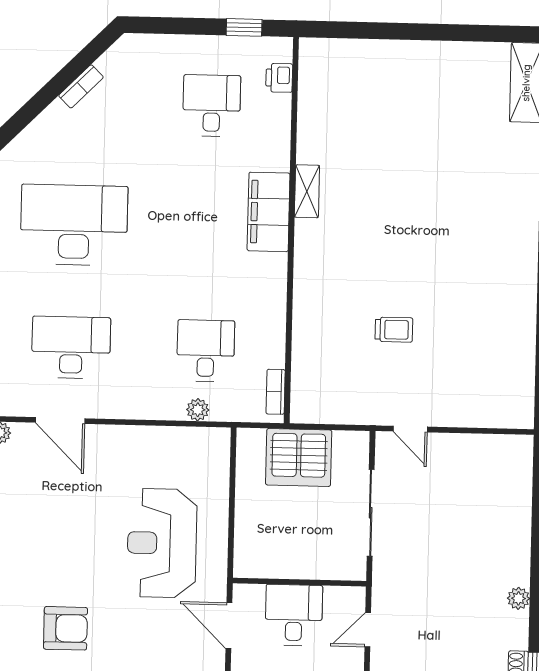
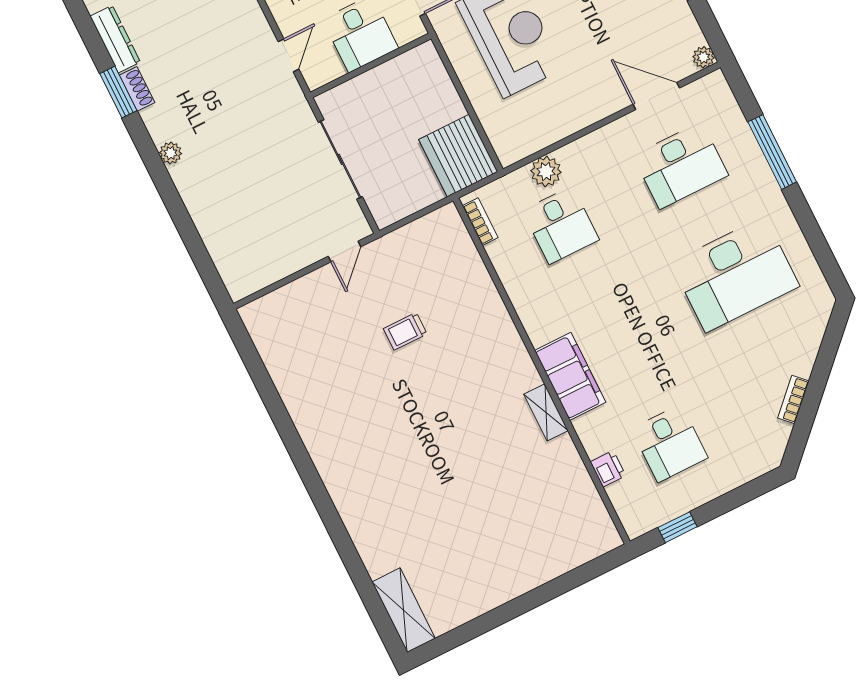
printer: (279, 78) -> (608, 469), moved
plant: (198, 410) -> (546, 171), width x1.38, depth x1.38
door: (410, 429) -> (344, 251), swing flipped
server rack: (299, 457) -> (458, 156), moved, turned -90

